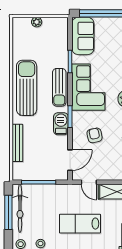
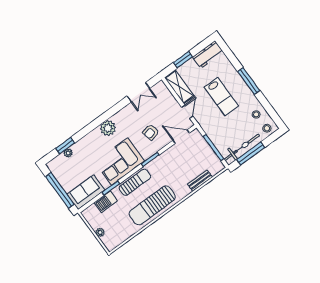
barbecue: (61, 124) -> (106, 202), moved
bench: (17, 143) -> (200, 181), width x0.73

